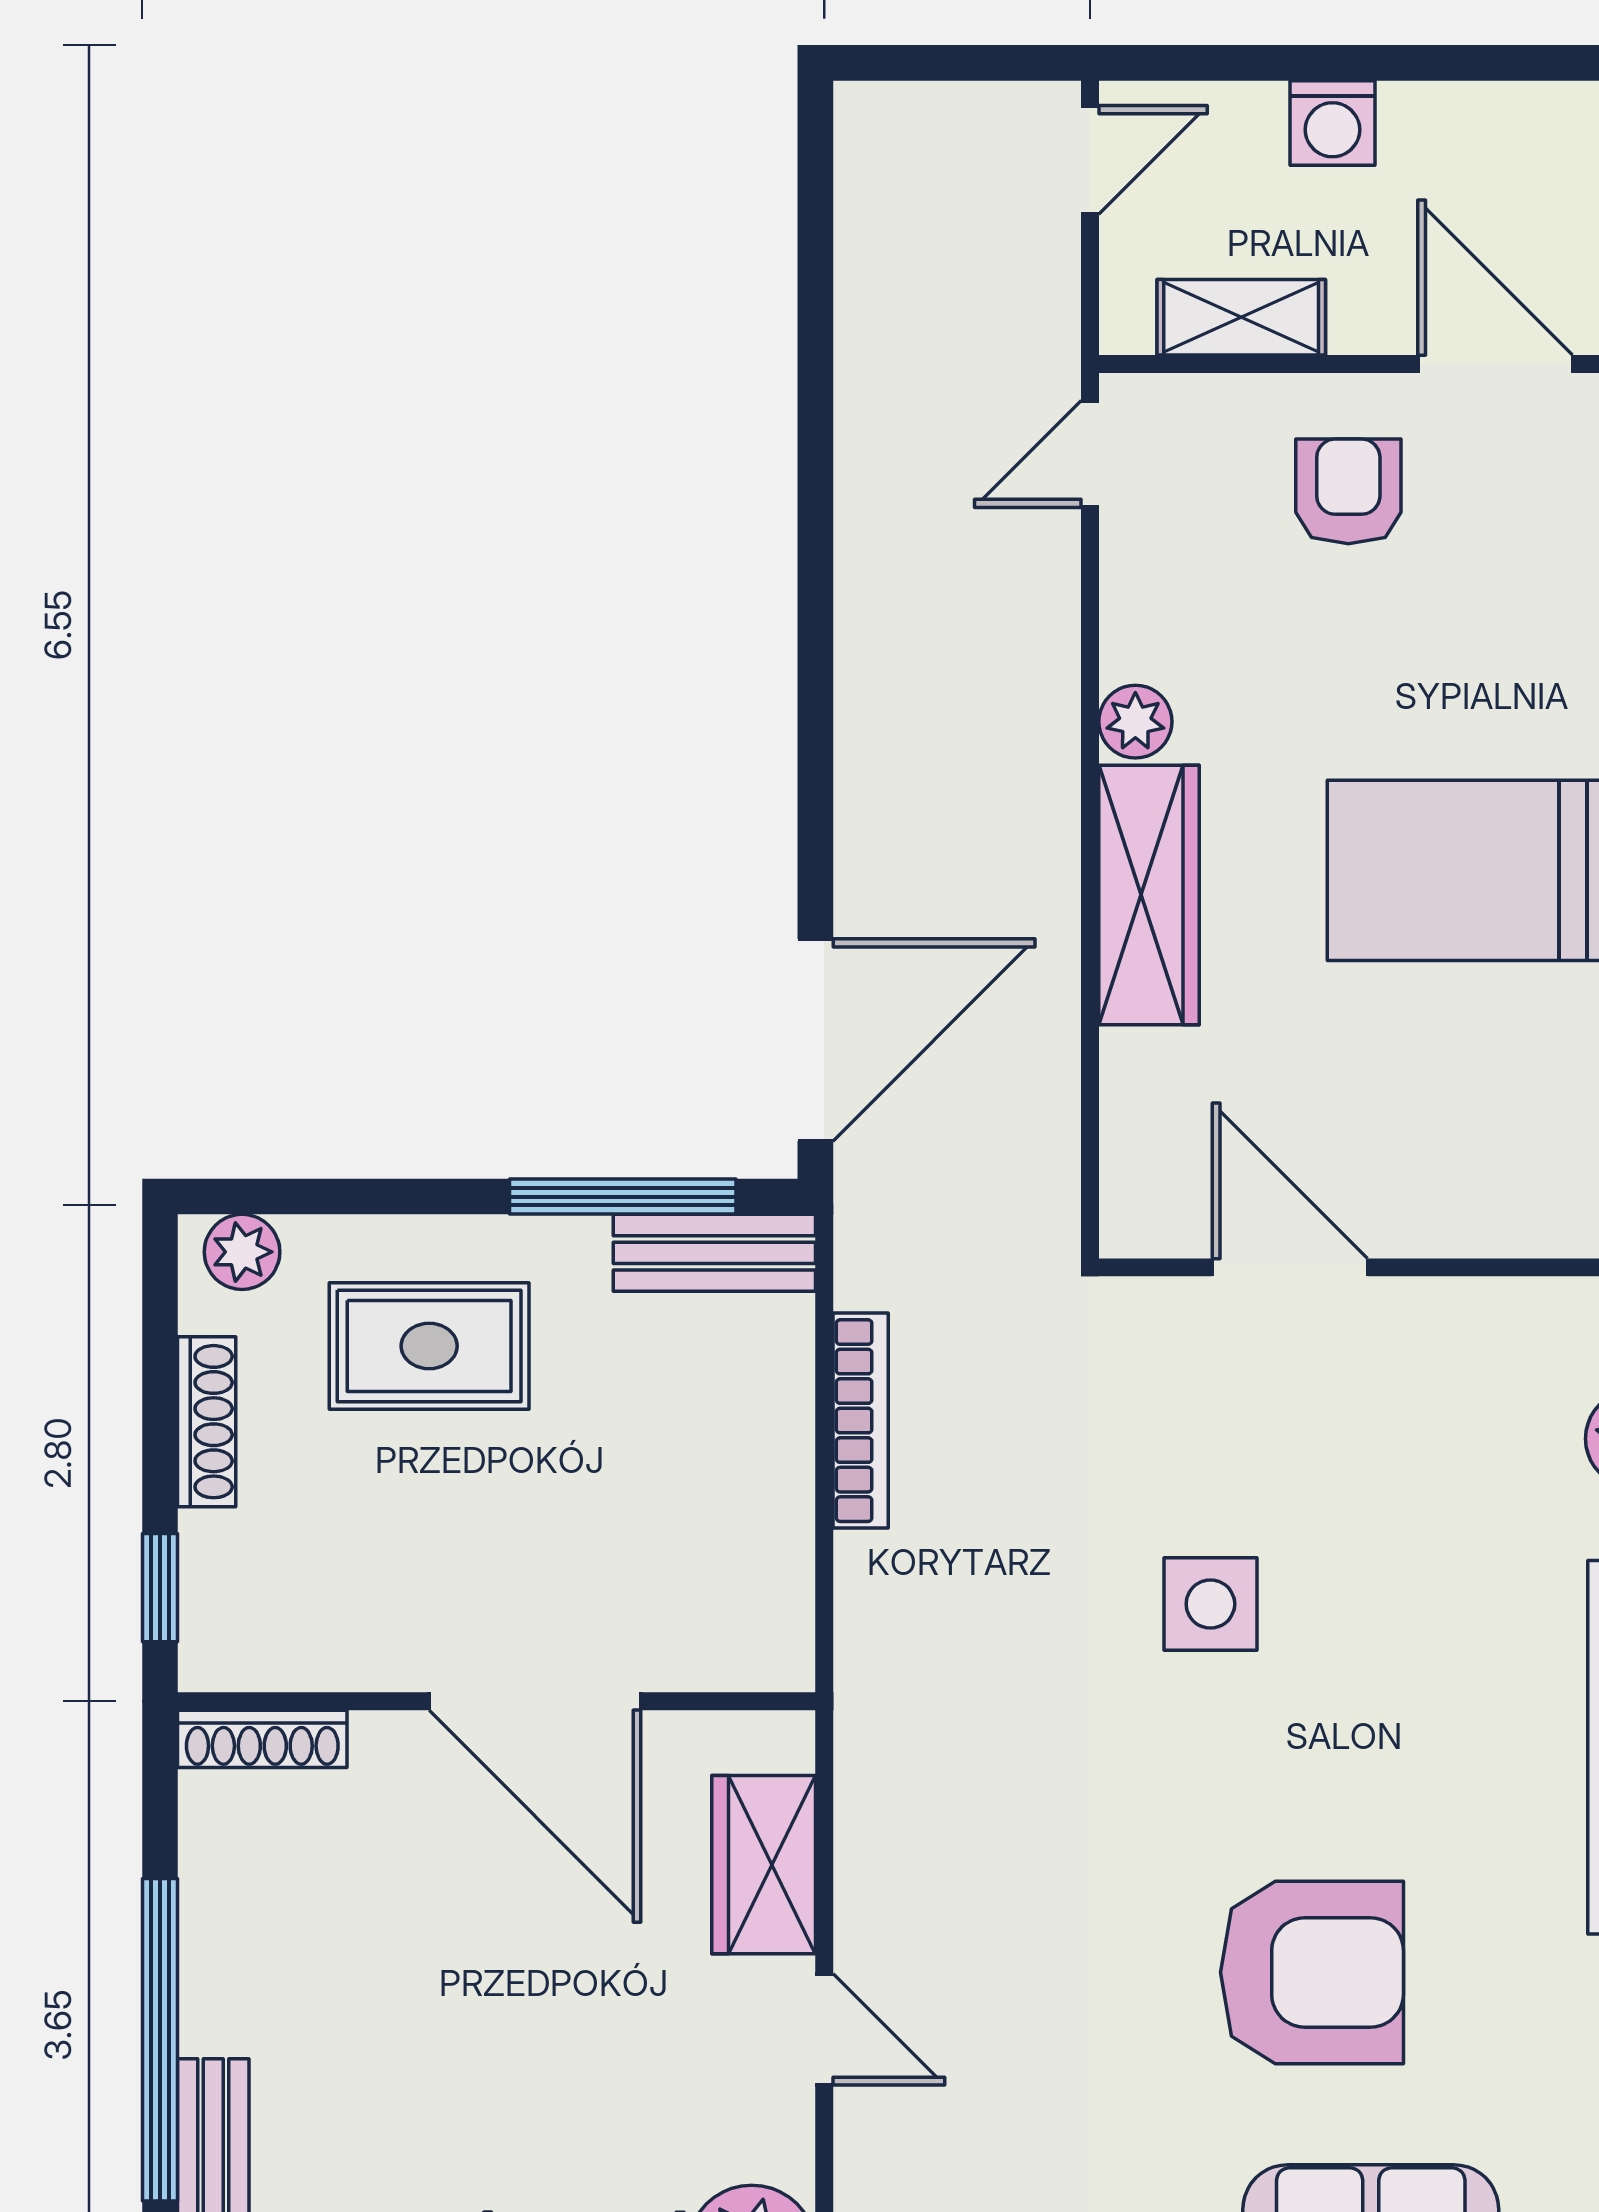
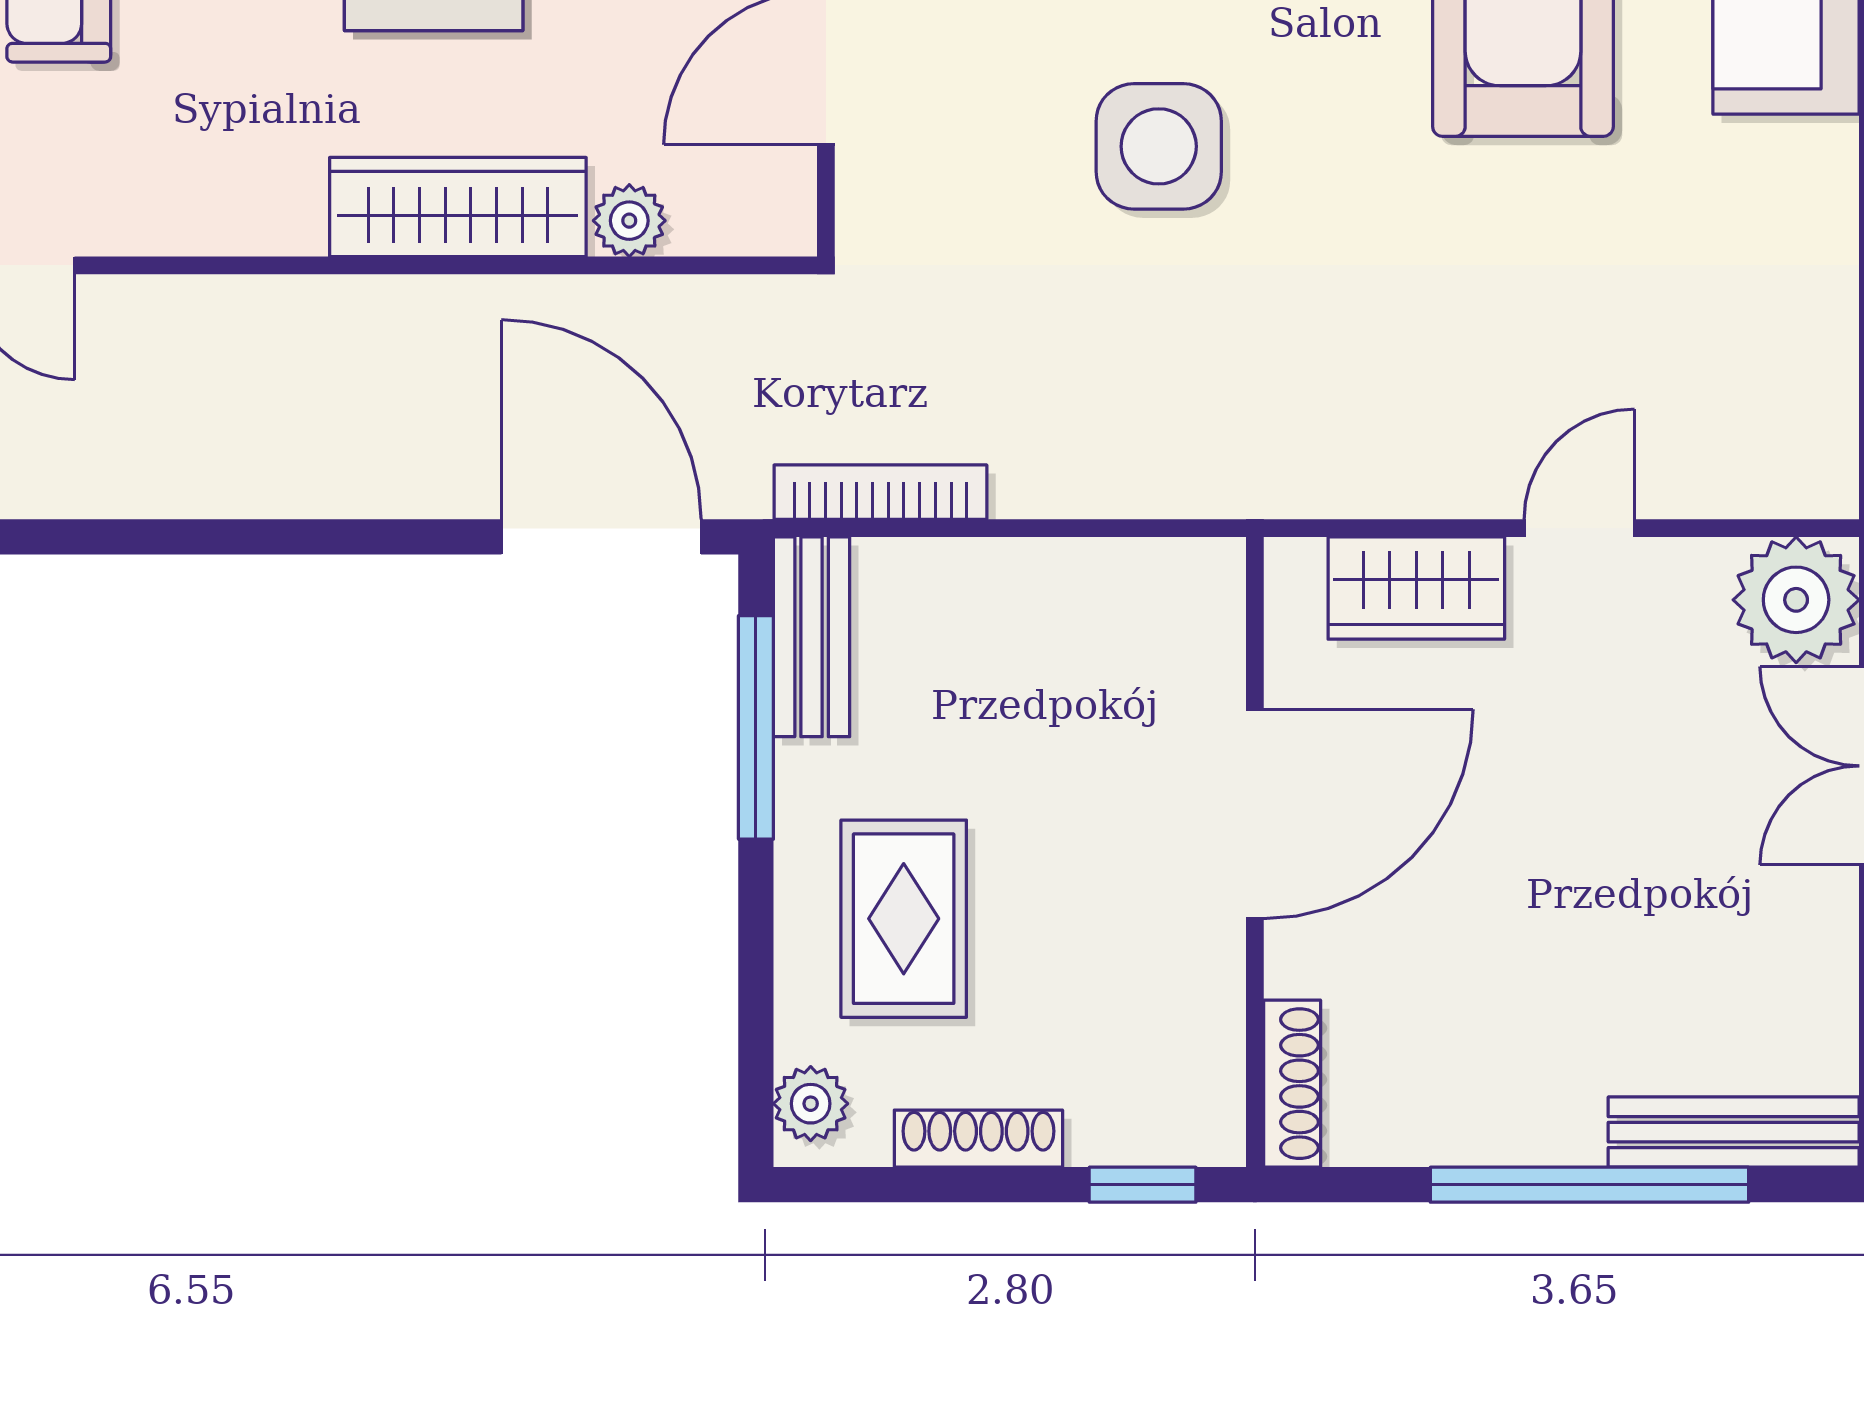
plant: (1135, 722) -> (629, 221), moved
bookcase: (861, 1421) -> (880, 492), moved
side table: (1210, 1604) -> (1159, 146), width x1.37, depth x1.37

